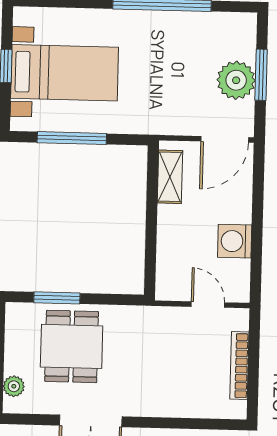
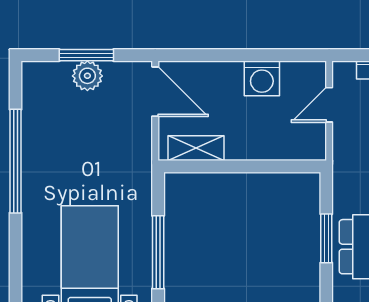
plant: (236, 80) -> (87, 76), width x0.73, depth x0.73
window: (57, 298) -> (326, 238), moved

